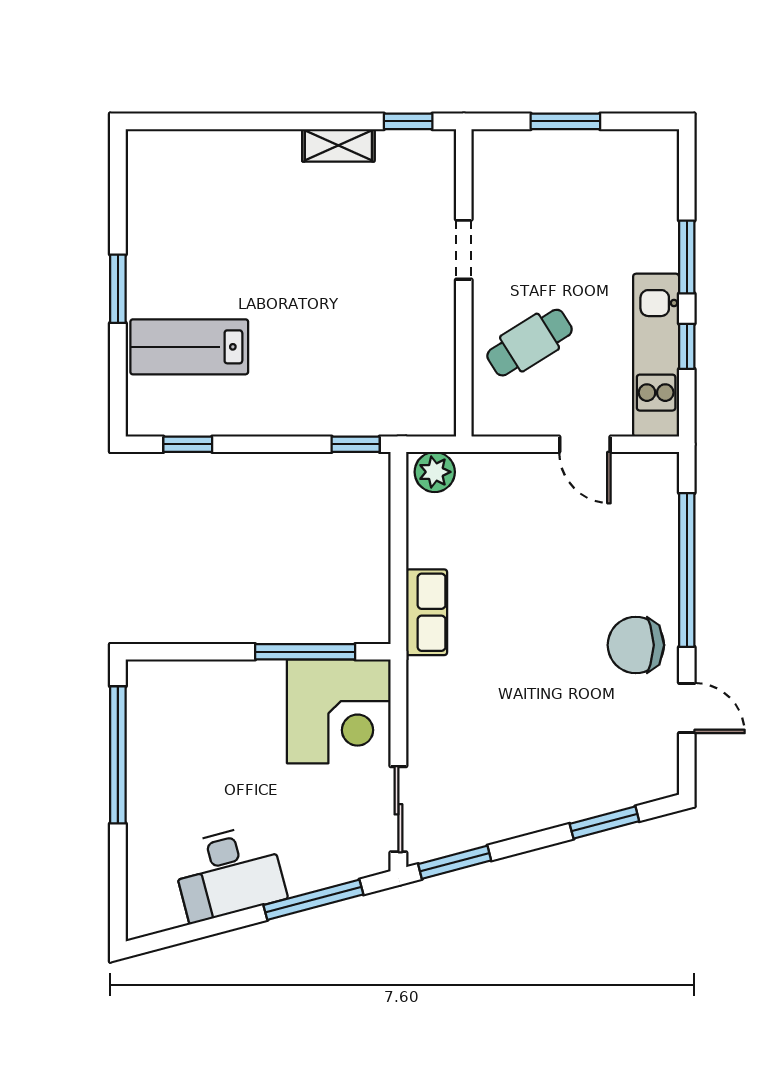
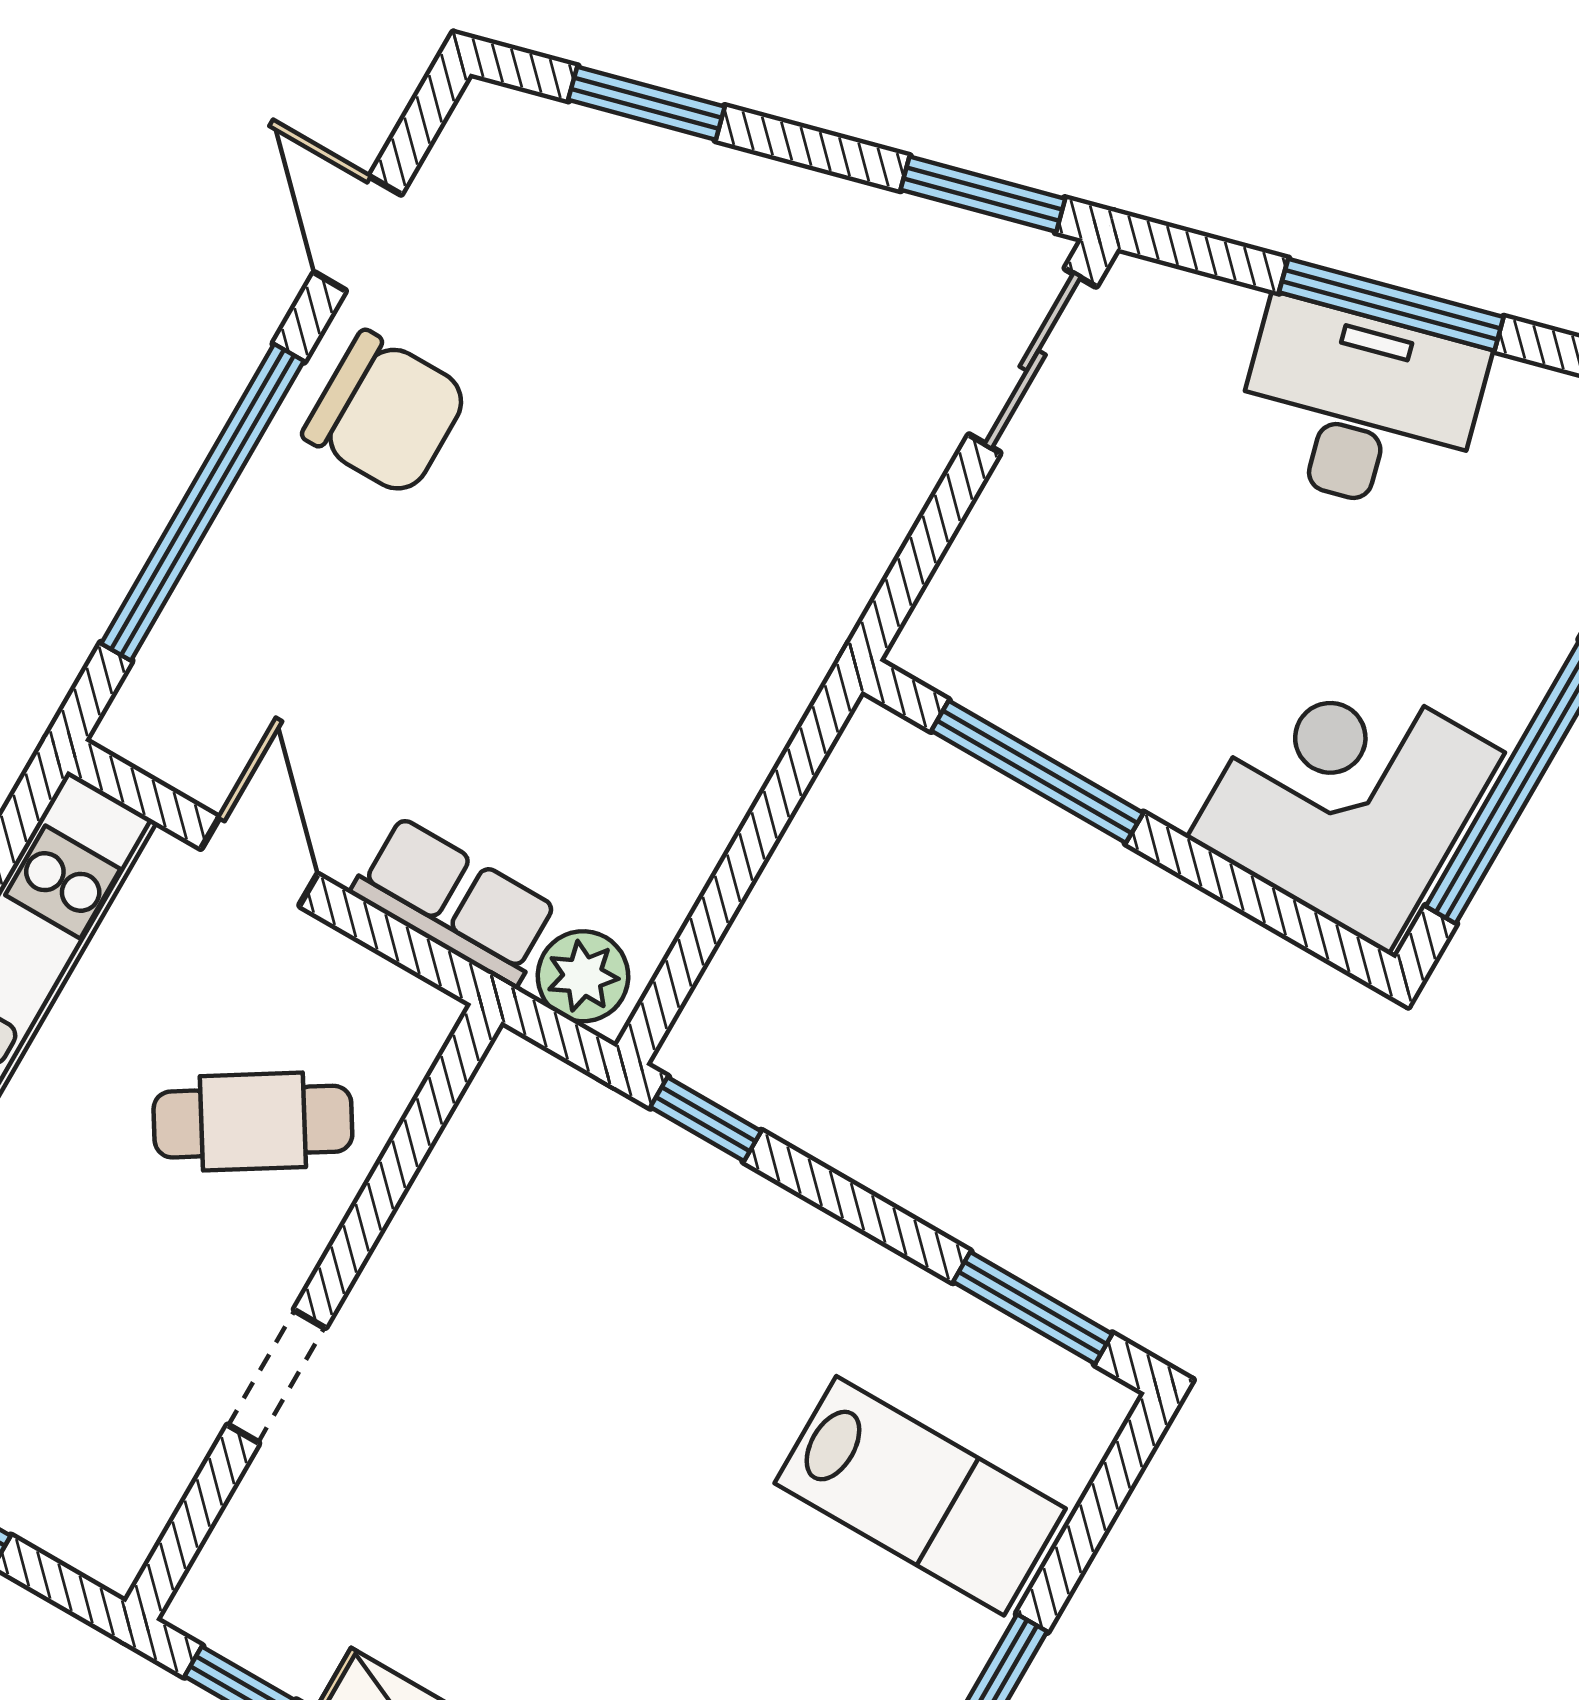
window: (188, 444) -> (1033, 1308), width x1.50
row of seats: (427, 612) -> (455, 901), moved, turned 90
corner desk: (339, 711) -> (1346, 795), moved
desk: (229, 873) -> (1359, 407), moved
window: (313, 900) -> (1391, 305), moved

